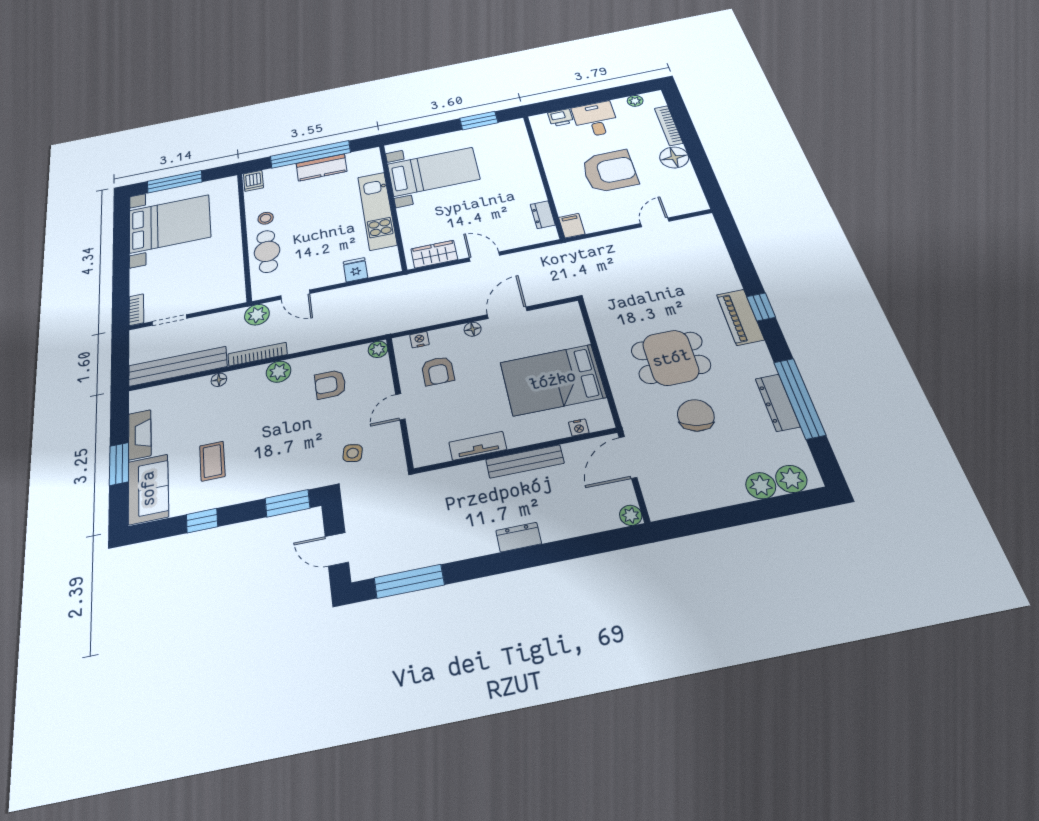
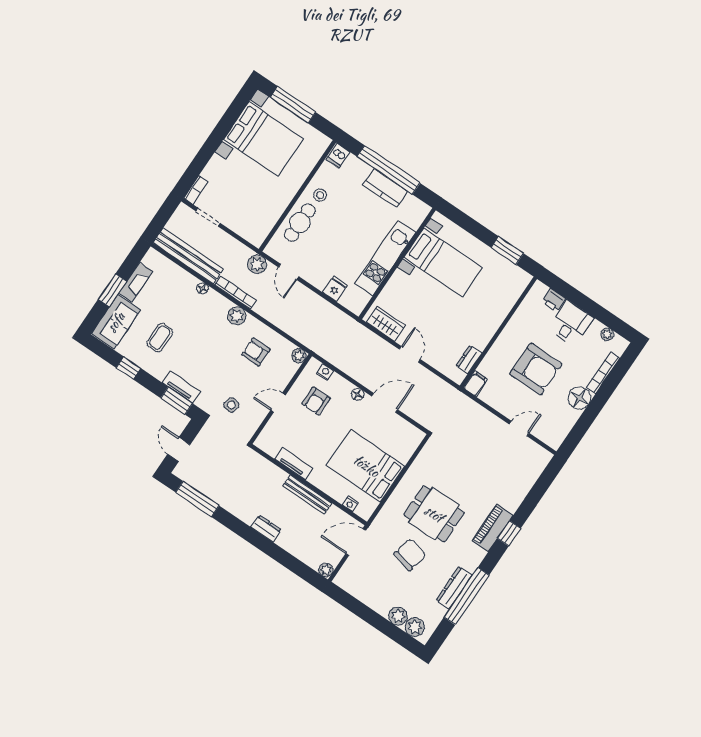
tv unit: (280, 486) -> (181, 387), added

